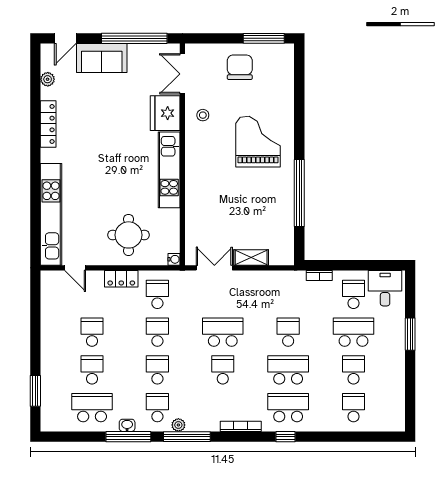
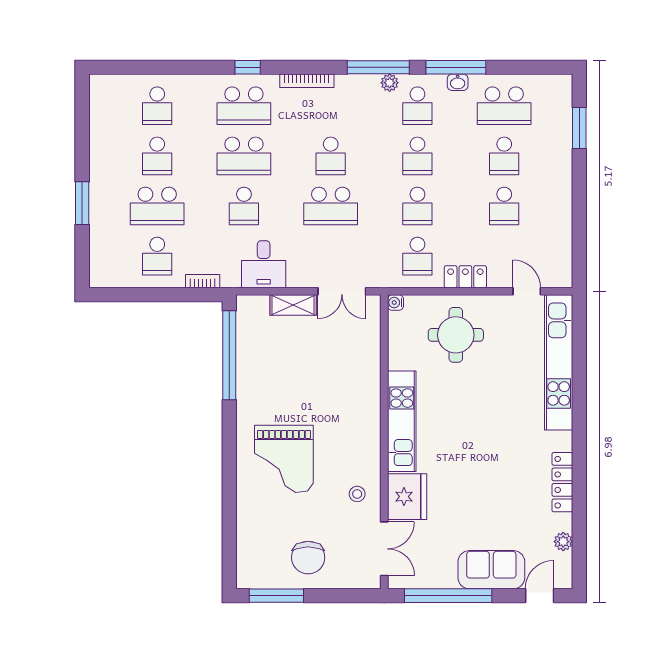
window: (299, 193) -> (229, 355), moved
desk: (385, 288) -> (264, 264), moved

